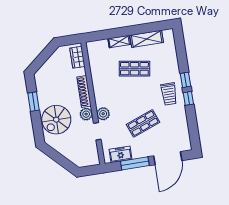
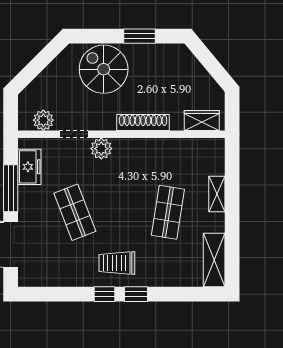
shelving: (147, 39) -> (214, 260), moved
plant: (86, 114) -> (43, 120), moved

